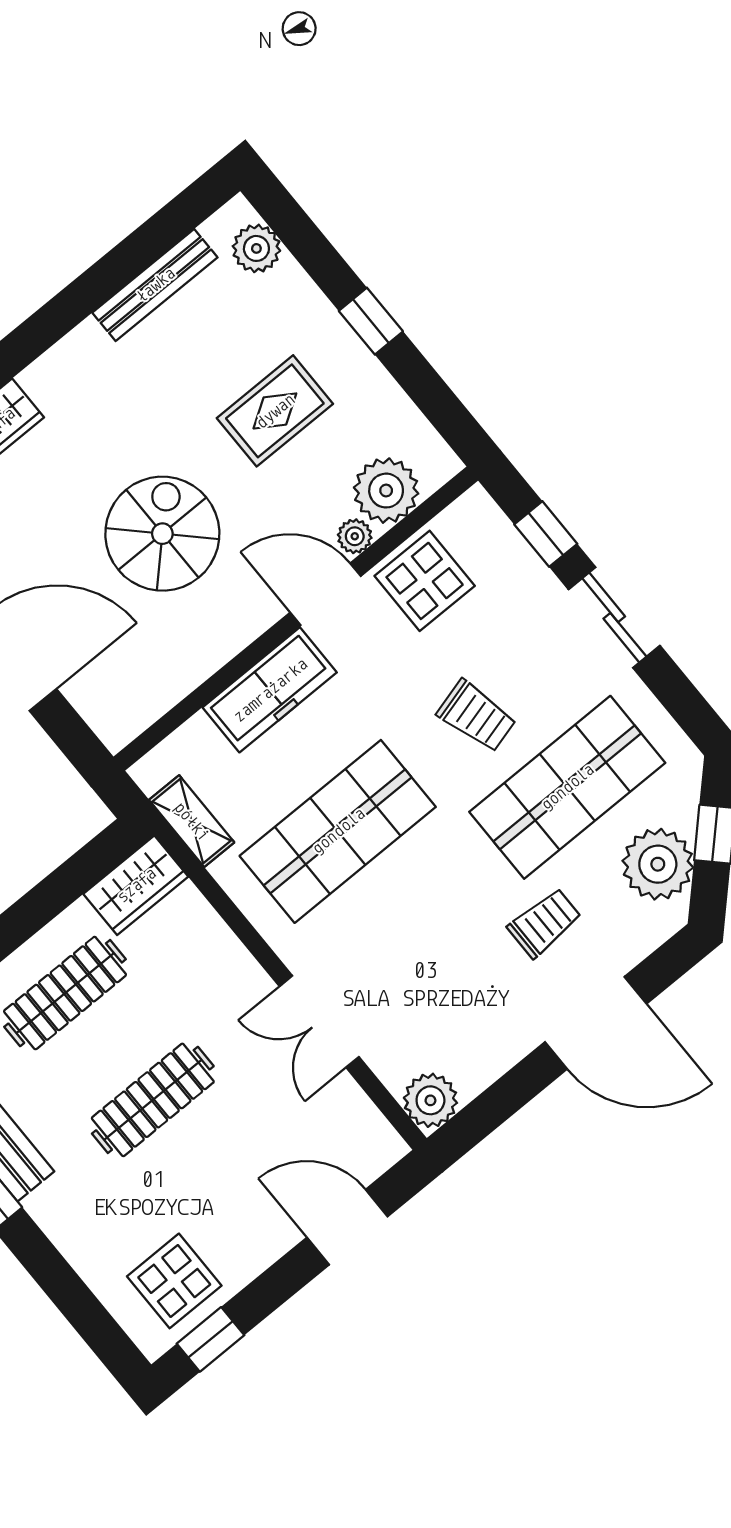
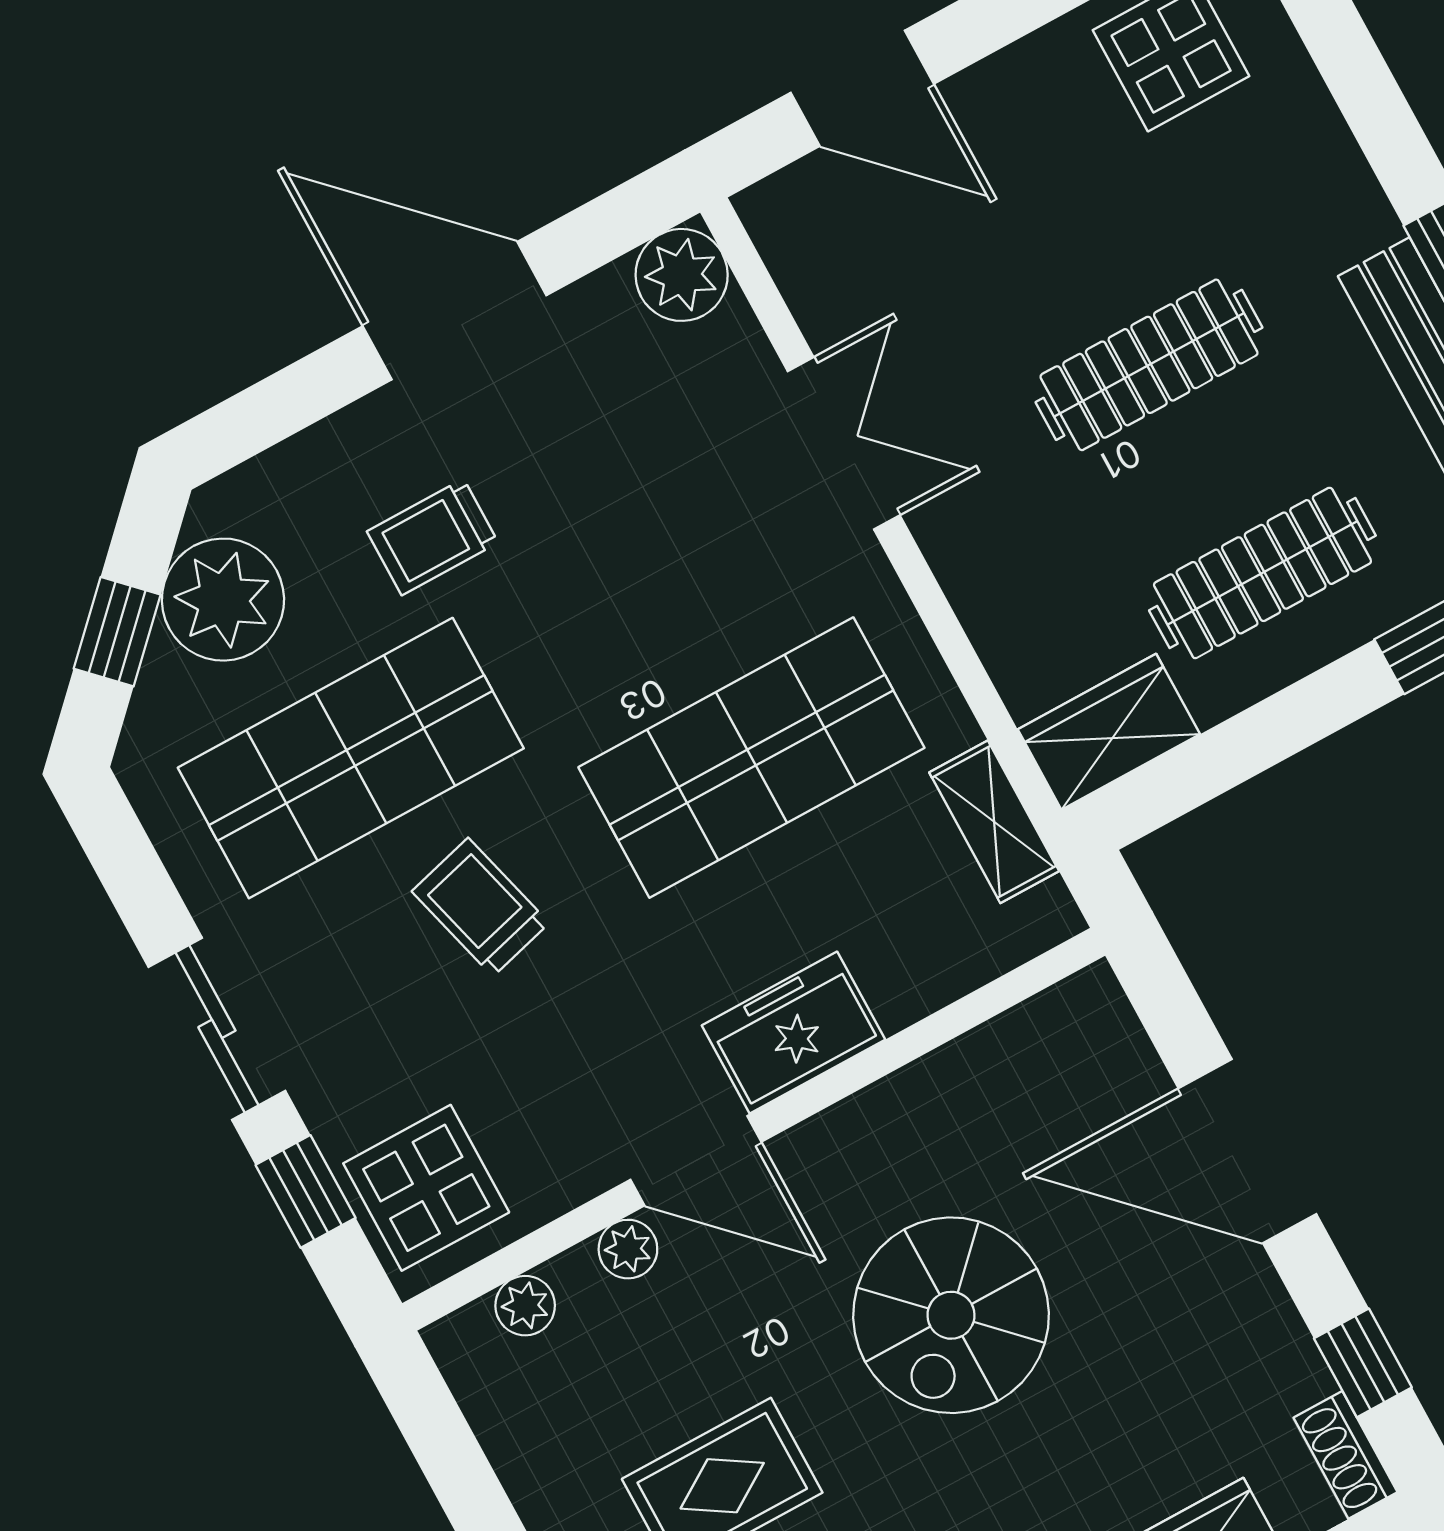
plant: (386, 491) -> (525, 1306), width x0.53, depth x0.53
display table: (425, 581) -> (426, 1188), moved
freezer: (270, 690) -> (793, 1033), width x0.71
door: (596, 1023) -> (454, 311), moved

